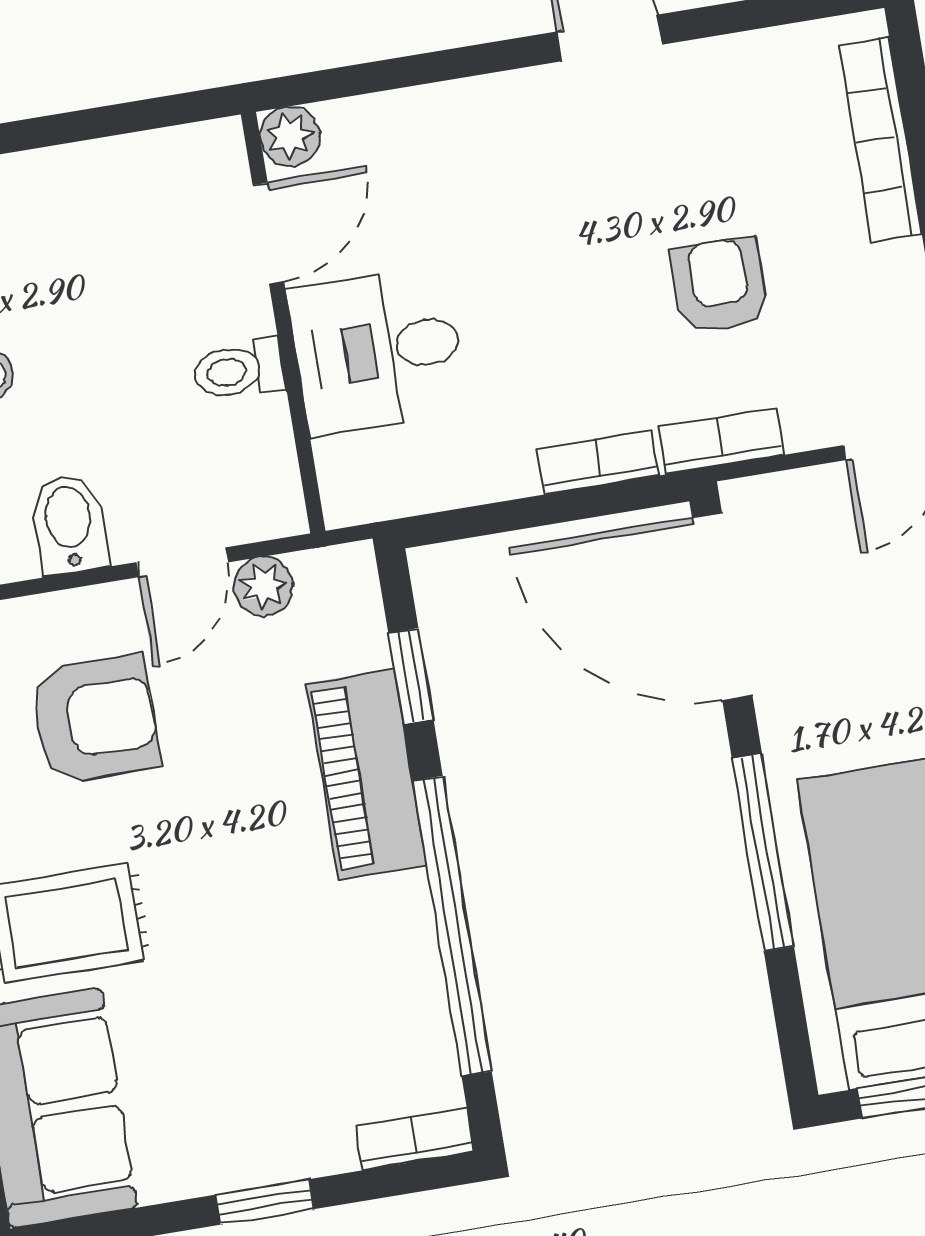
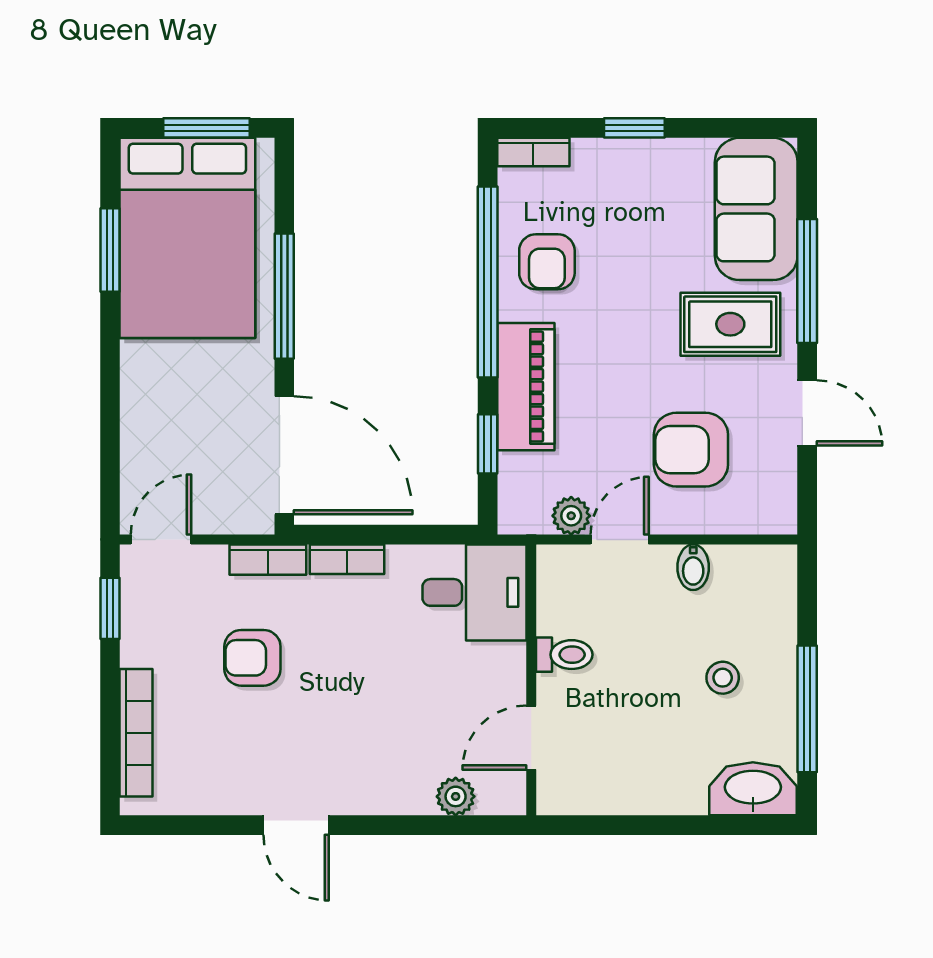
plant: (290, 136) -> (456, 796), moved
armchair: (720, 285) -> (252, 658), turned 90
desk: (378, 350) -> (474, 592), moved
bidet: (69, 524) -> (693, 567), width x0.72, depth x0.74
armchair: (366, 973) -> (547, 262), added

